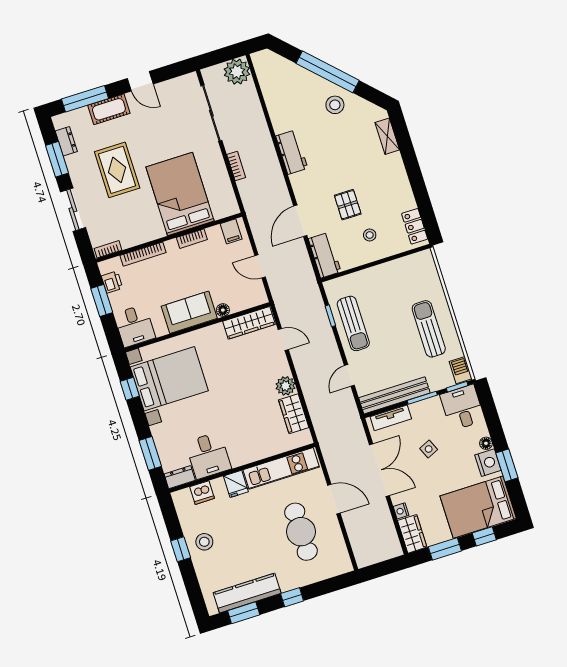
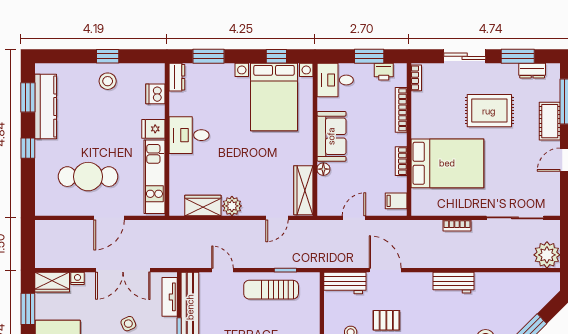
desk: (208, 455) -> (189, 135), moved

